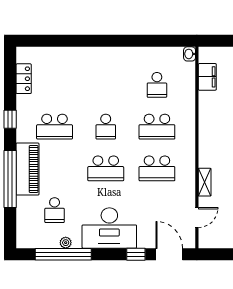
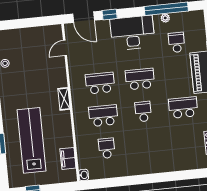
shelving: (205, 182) -> (64, 99), moved

